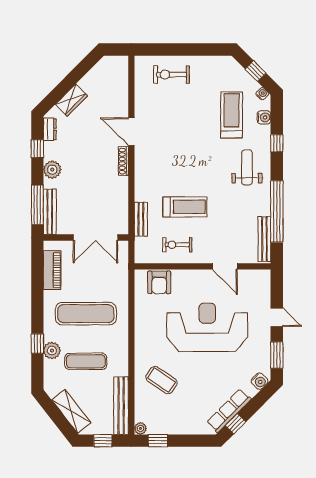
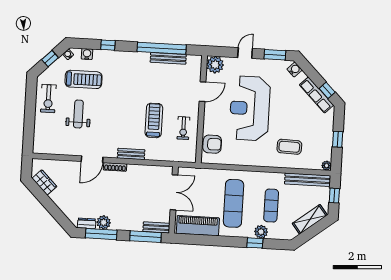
exercise bike: (172, 75) -> (48, 99), moved
wardrobe: (71, 100) -> (44, 182), moved
treadmill: (232, 115) -> (84, 79), turned 180
window: (37, 149) -> (101, 234), width x2.17
weight bench: (247, 167) -> (78, 114), moved, turned 90
plant: (52, 170) -> (104, 222), moved
bench: (50, 212) -> (156, 227), width x0.73
bench: (141, 219) -> (131, 154), moved
bench: (264, 239) -> (168, 58), moved
piano: (52, 270) -> (198, 226), width x1.37, depth x1.33
plant: (260, 280) -> (215, 65), added
coffee table: (161, 380) -> (289, 147), turned 58
window: (158, 441) -> (338, 139), moved

